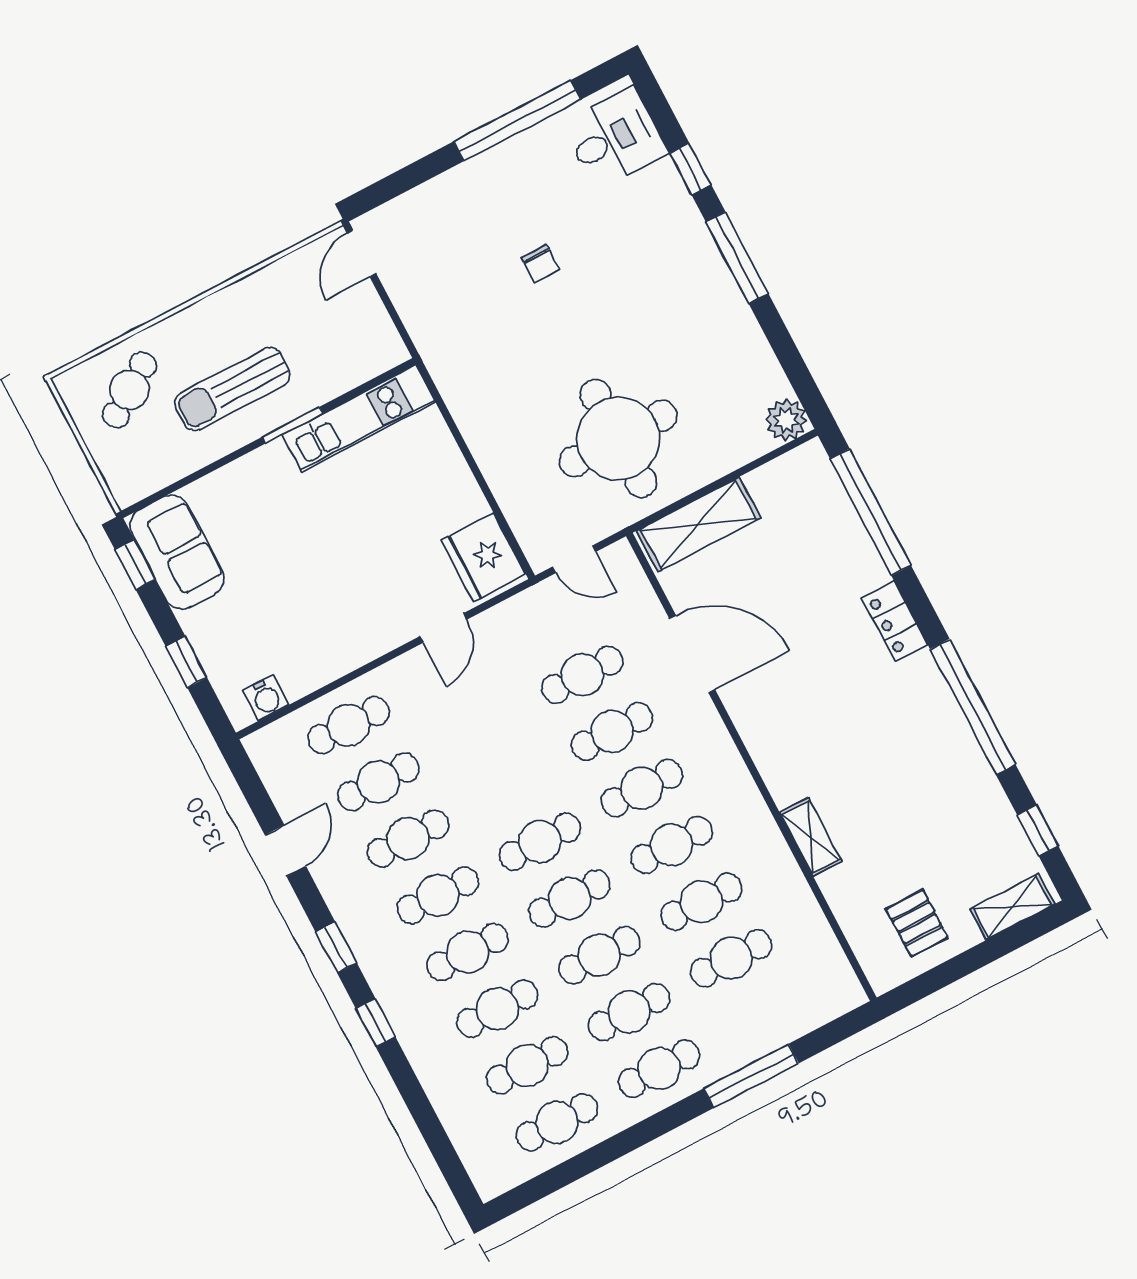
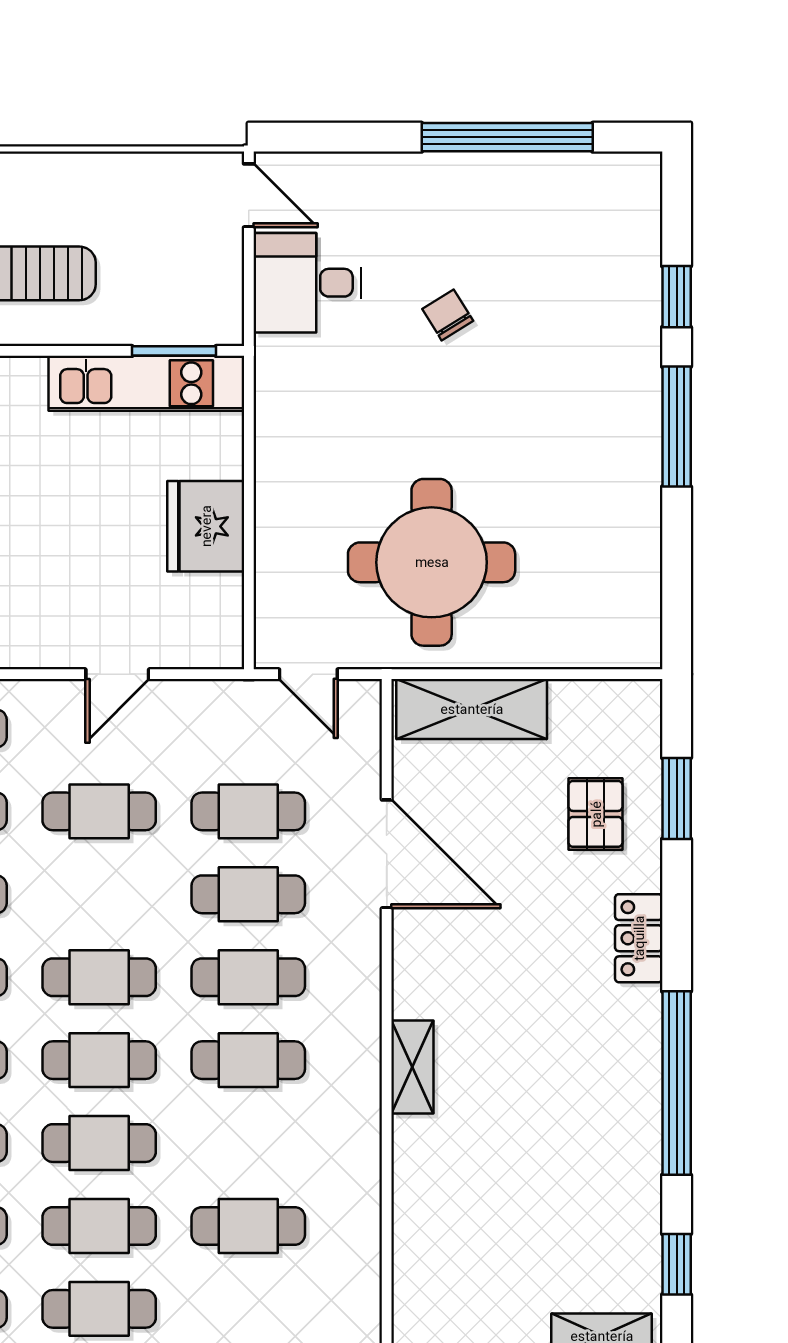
desk: (615, 138) -> (307, 283), moved, turned 180
door: (361, 253) -> (249, 195), swing flipped
chair: (540, 264) -> (448, 315), turned 148
plant: (786, 420) -> (635, 642), removed
window: (292, 425) -> (174, 351), moved
window: (871, 512) -> (677, 798), width x0.47
fridge: (483, 557) -> (206, 526), moved
shelving: (811, 837) -> (412, 1067), moved
cafe table: (701, 902) -> (99, 811), moved
pallet: (917, 923) -> (596, 814), moved

